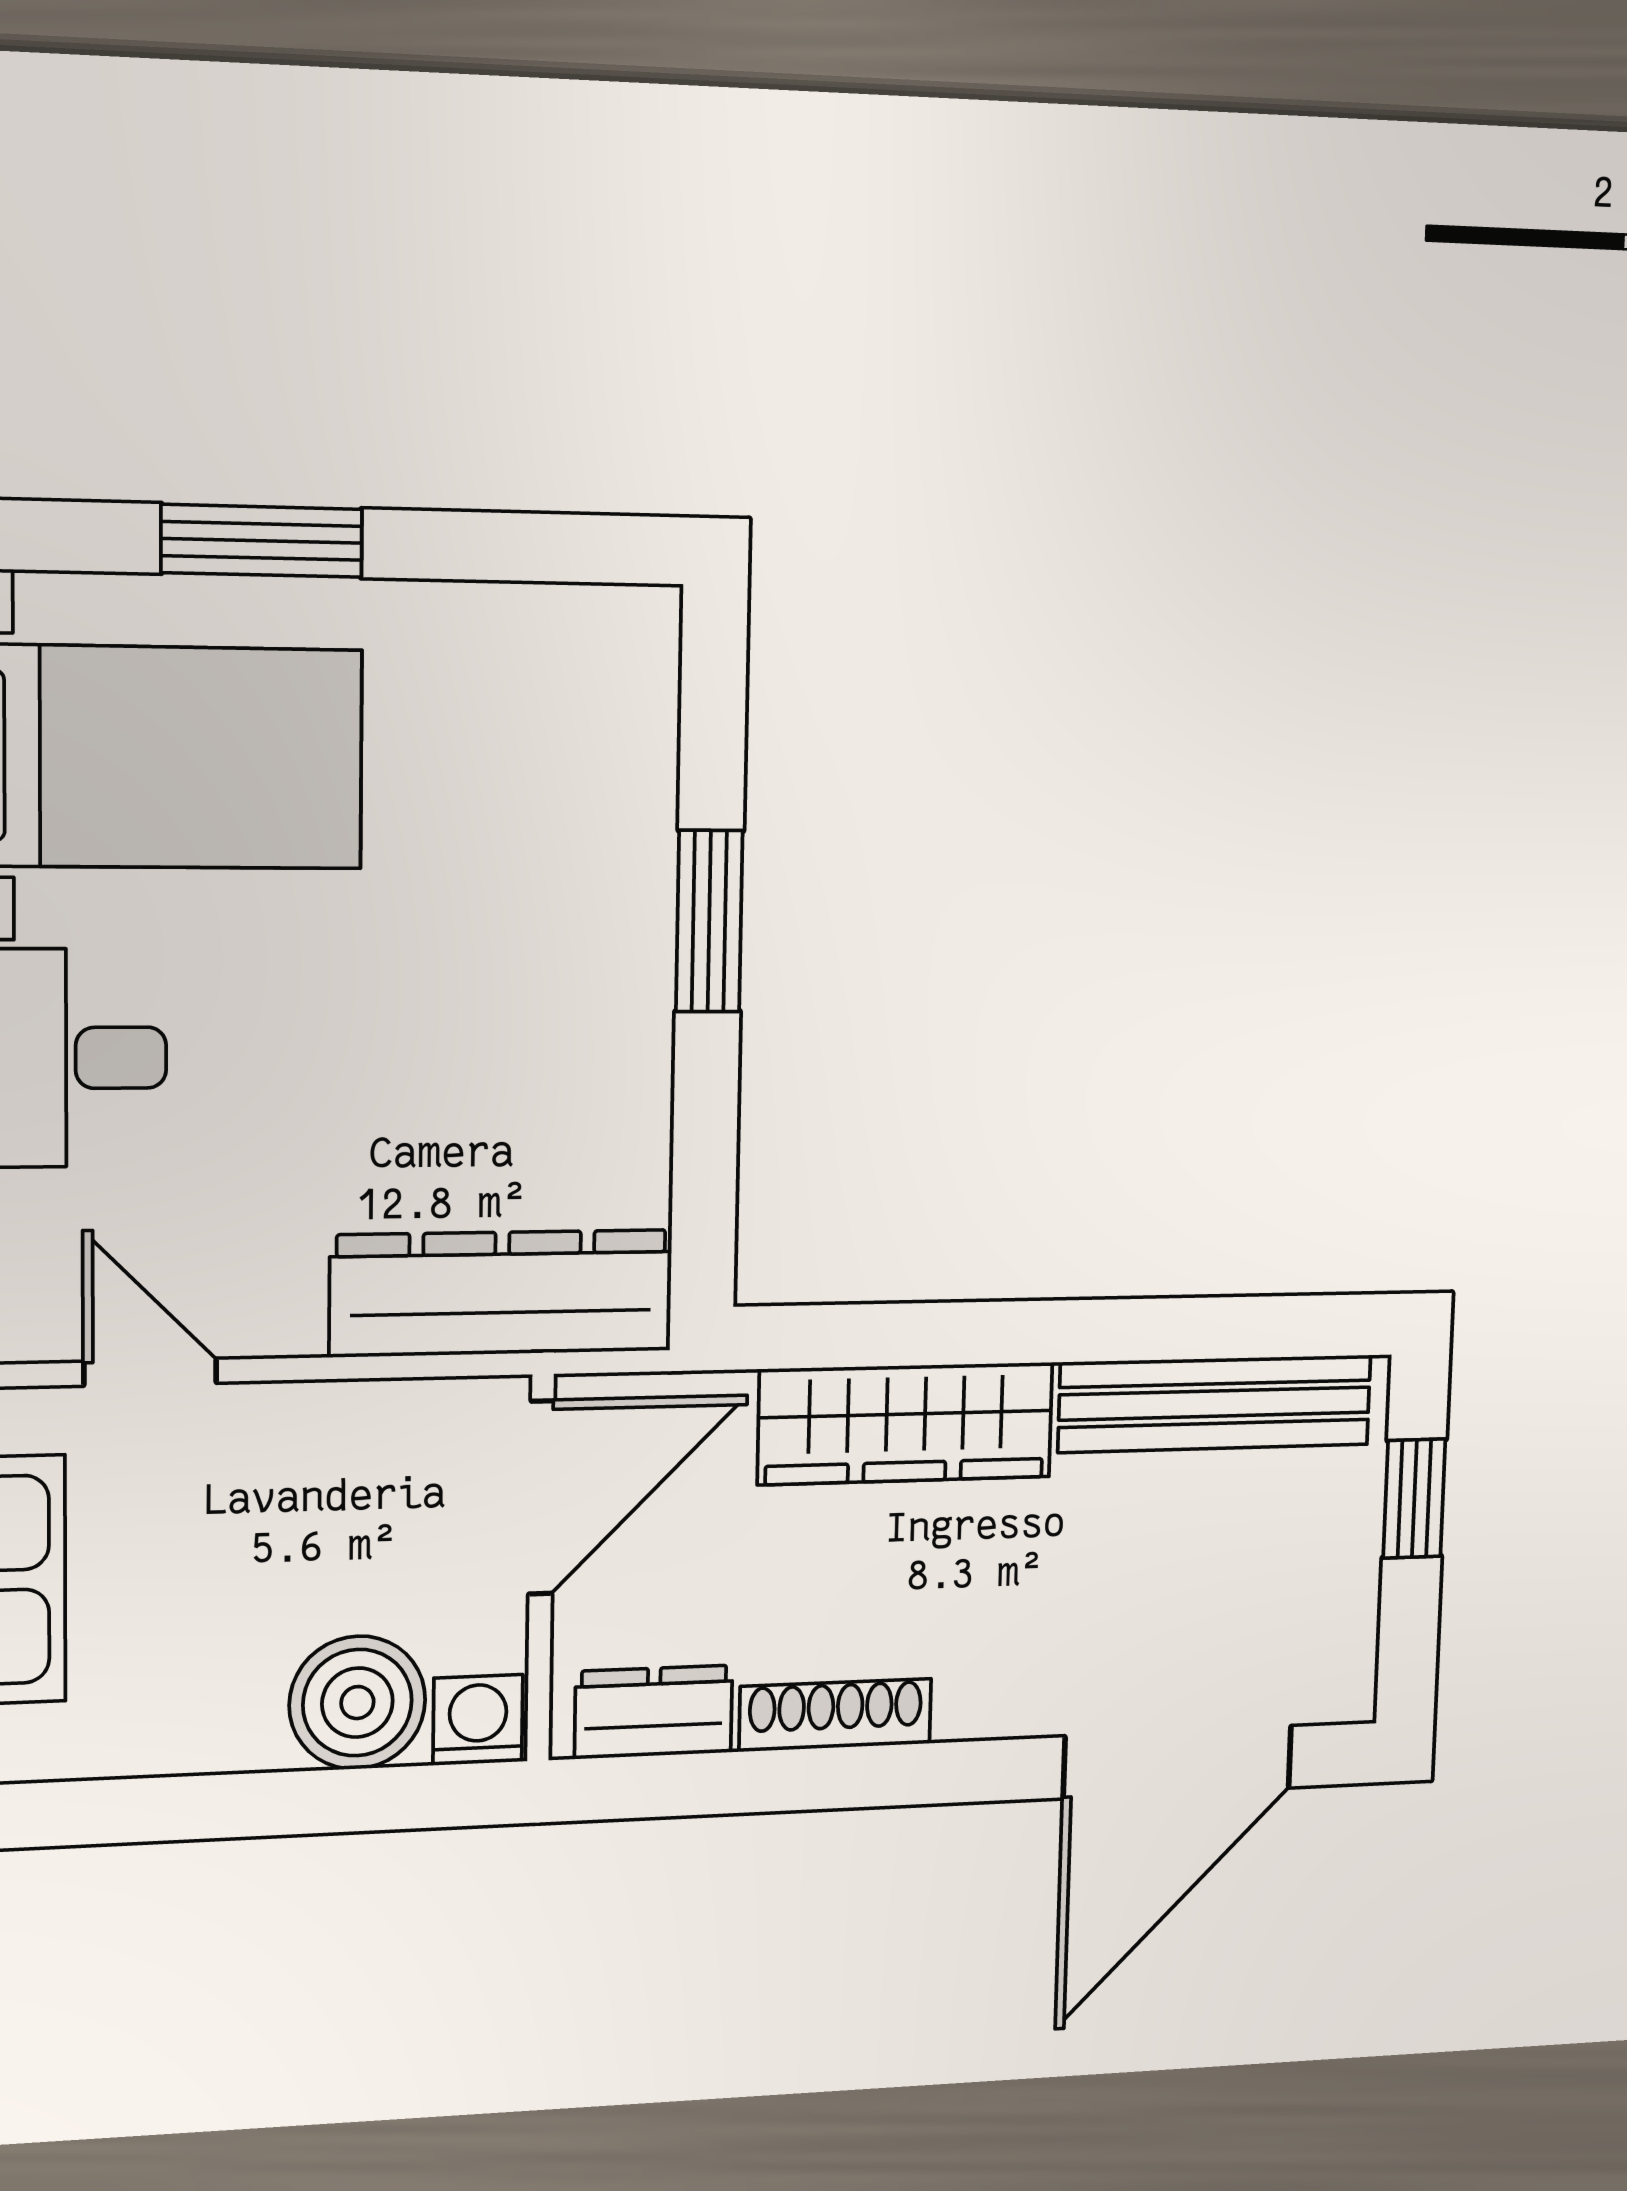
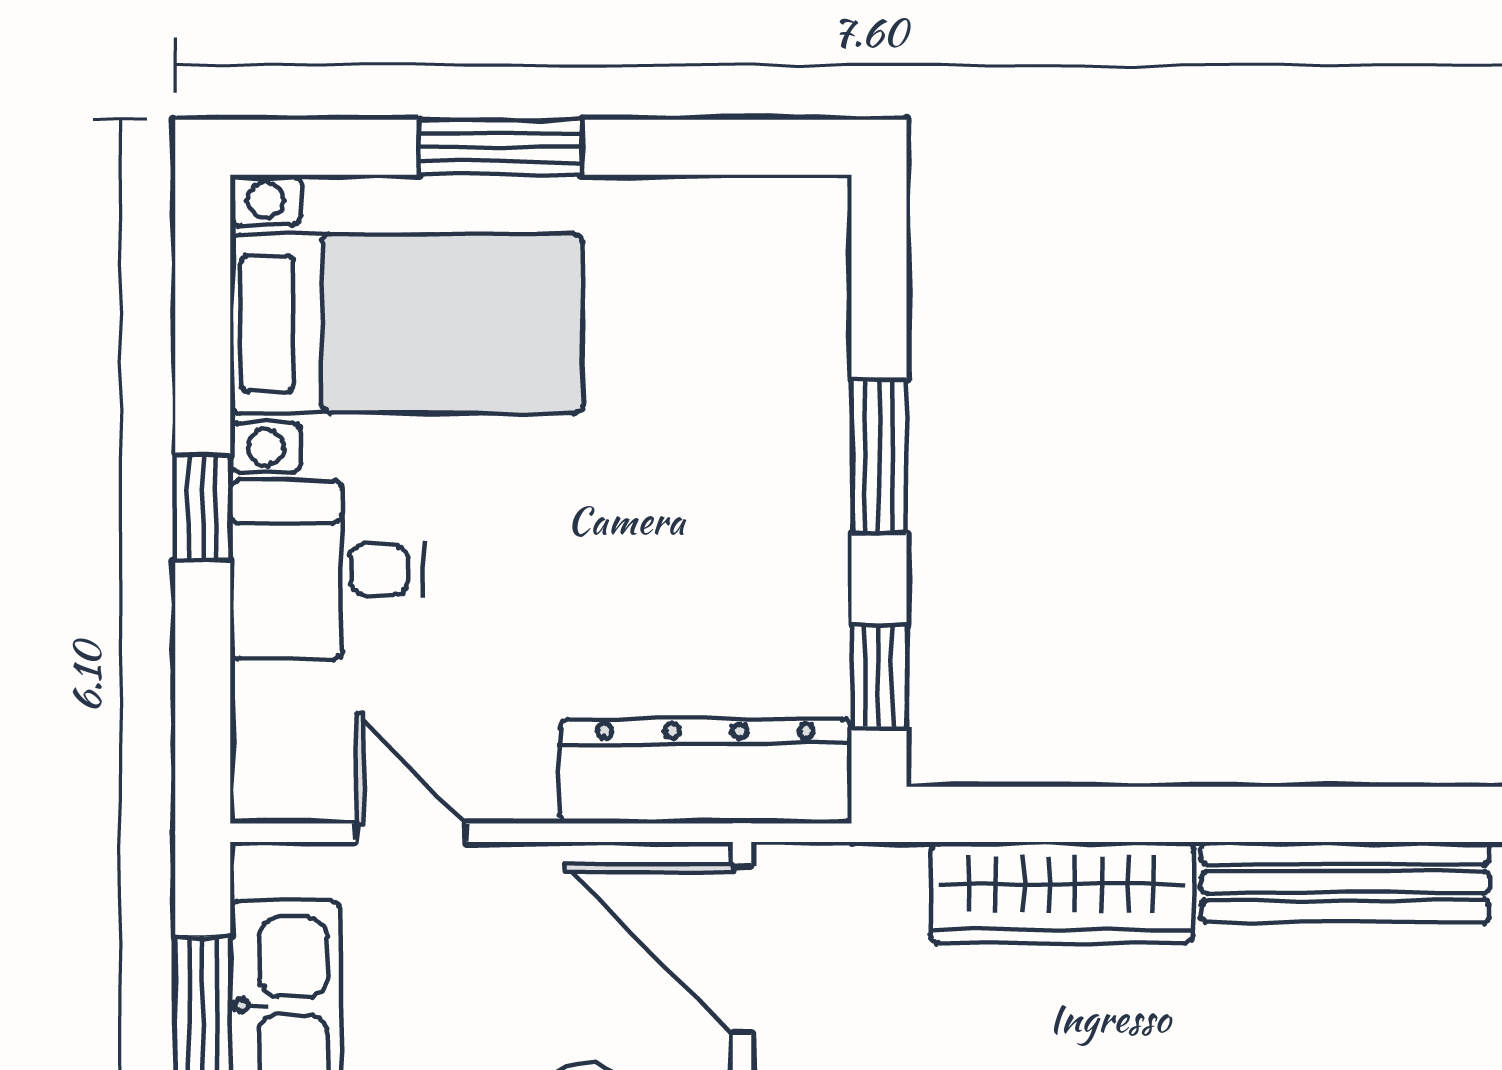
window: (704, 1179) -> (879, 676), added
door: (541, 1498) -> (742, 949), swing flipped

